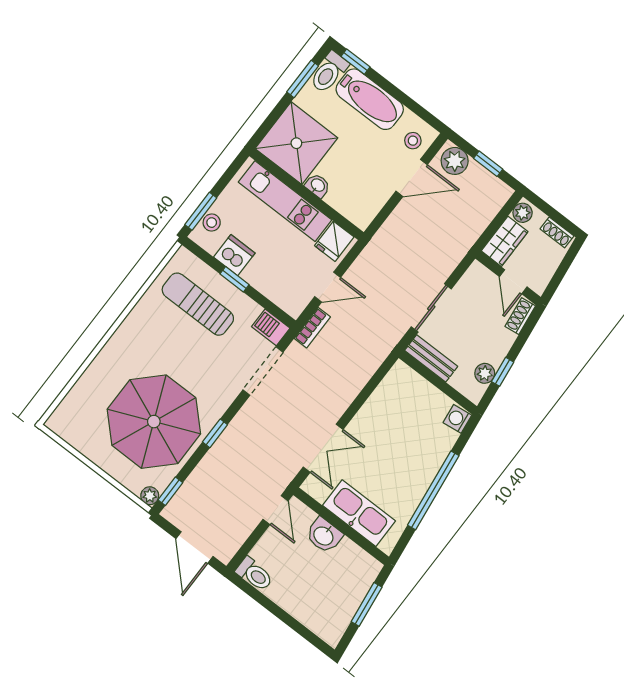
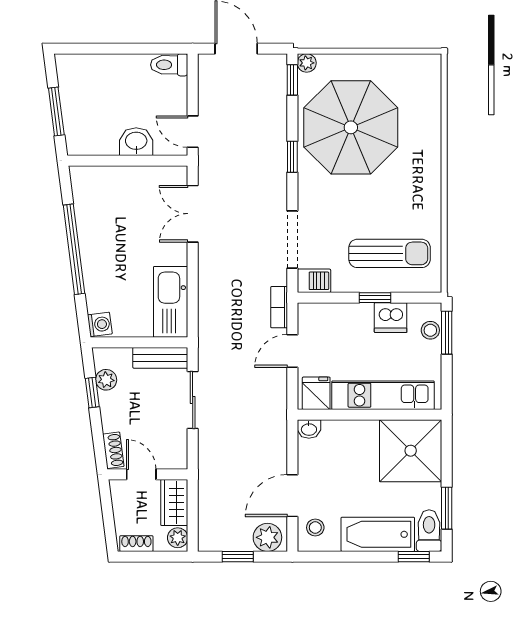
washbasin: (318, 186) -> (309, 429), moved
kitchen sink: (359, 513) -> (171, 302), moved, turned 90

